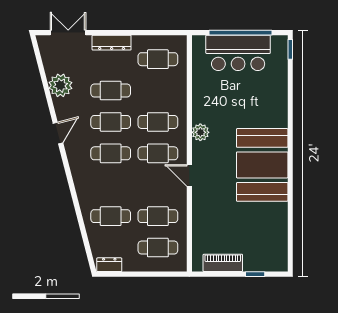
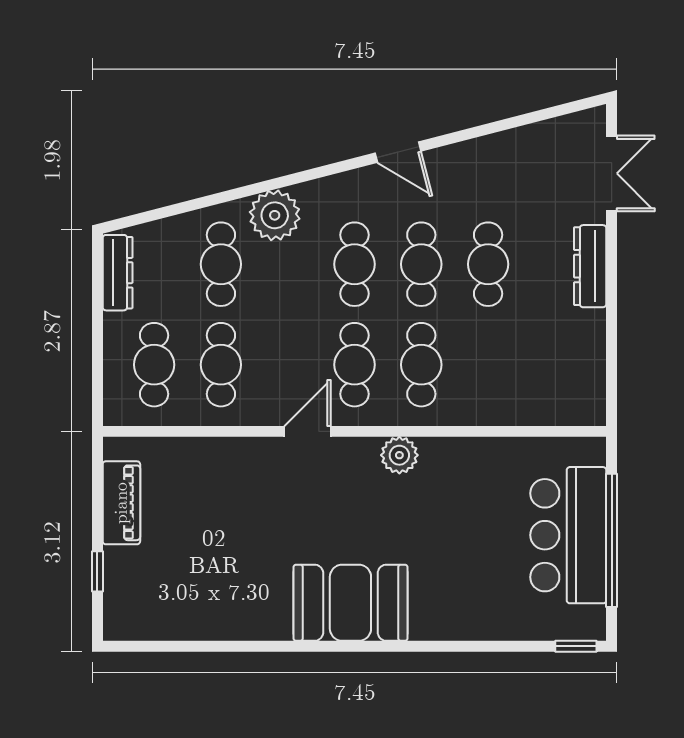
cafe table: (158, 59) -> (555, 365), removed
plant: (60, 85) -> (275, 215), moved
booth: (262, 165) -> (350, 603), width x0.73, depth x0.70
dresser: (109, 265) -> (118, 273), width x1.44

